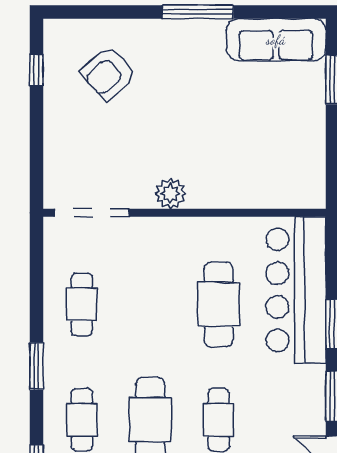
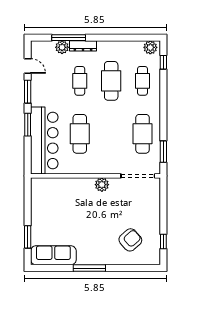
cafe table: (82, 304) -> (143, 134), width x1.37, depth x1.35
window: (36, 366) -> (163, 152), moved

